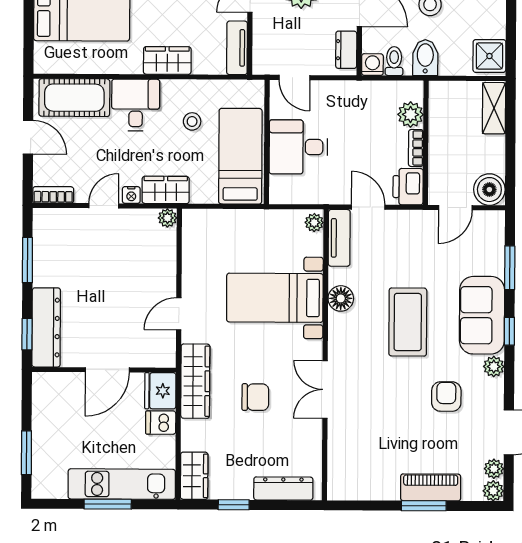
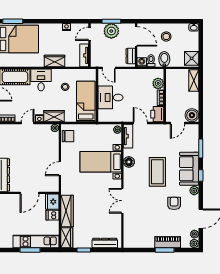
wardrobe: (195, 381) -> (67, 211), moved
chair: (255, 397) -> (68, 136), moved

